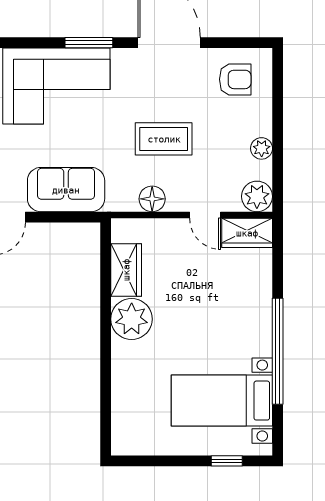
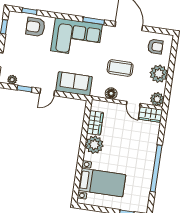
plant: (262, 148) -> (159, 74), width x1.88, depth x1.88
bed with nightstands: (222, 401) -> (102, 183), moved, turned 180

